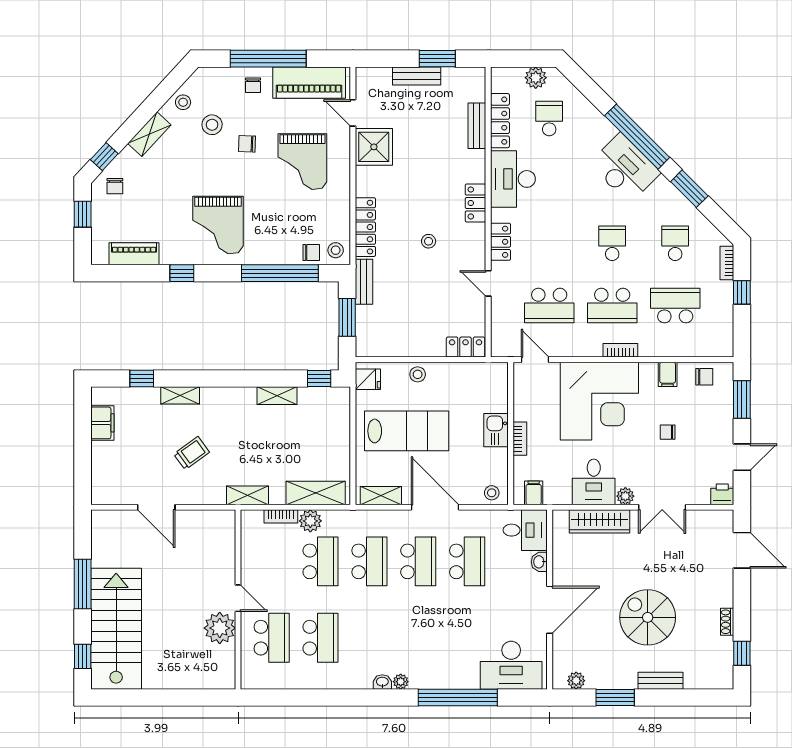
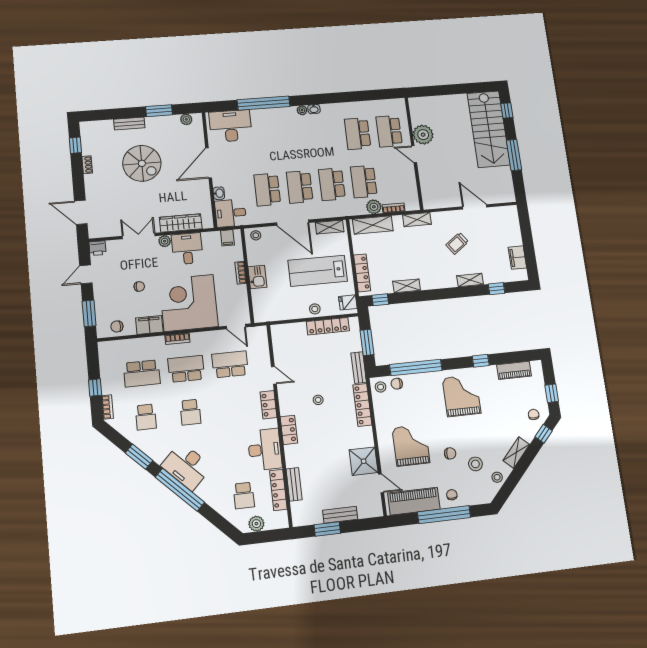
locker: (466, 347) -> (328, 326), moved, width x1.53
filing cabinet: (668, 374) -> (149, 325), width x2.00
locker: (341, 422) -> (362, 273), added

